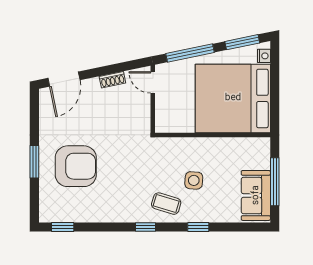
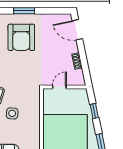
window: (190, 53) -> (94, 111), width x0.46
door: (153, 82) -> (59, 87), moved

